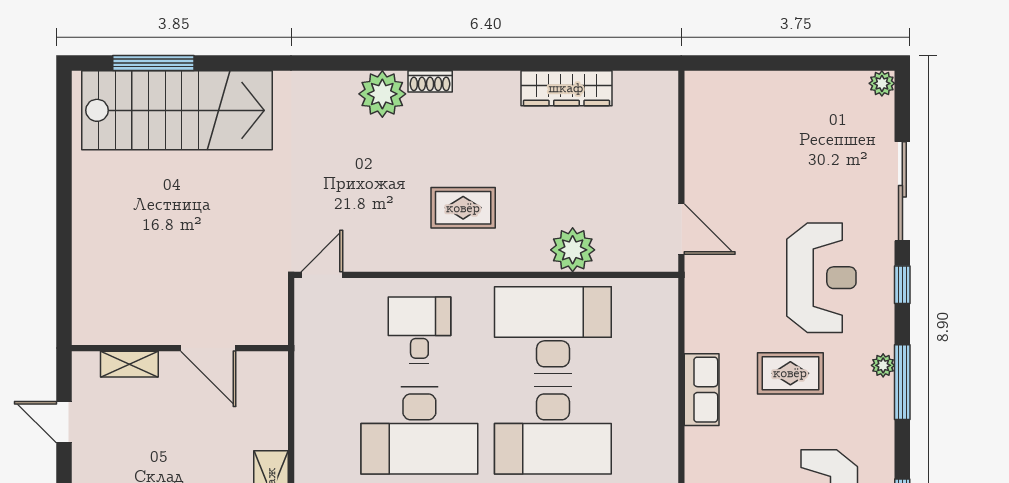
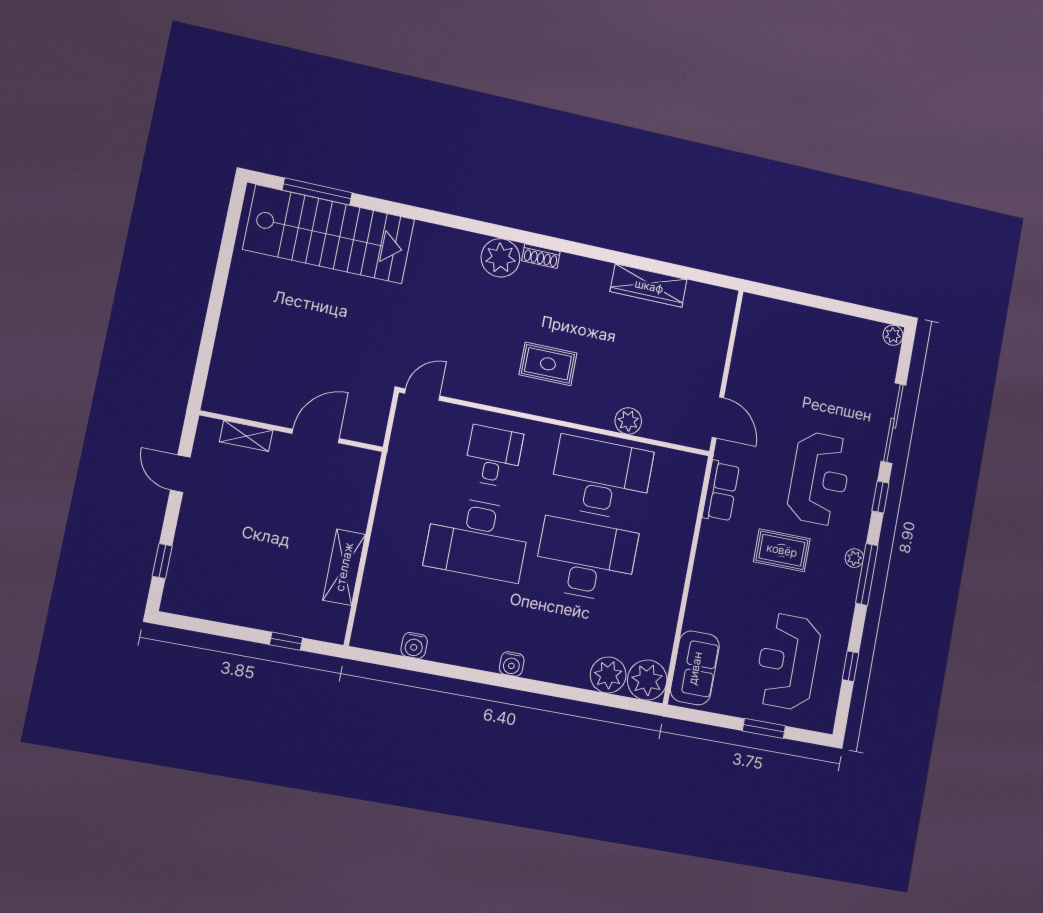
plant: (573, 250) -> (628, 421), width x0.73, depth x0.73
door: (208, 348) -> (316, 436), swing flipped
row of seats: (702, 390) -> (721, 491), moved
desk: (553, 430) -> (586, 560), turned 180

